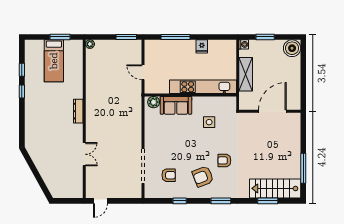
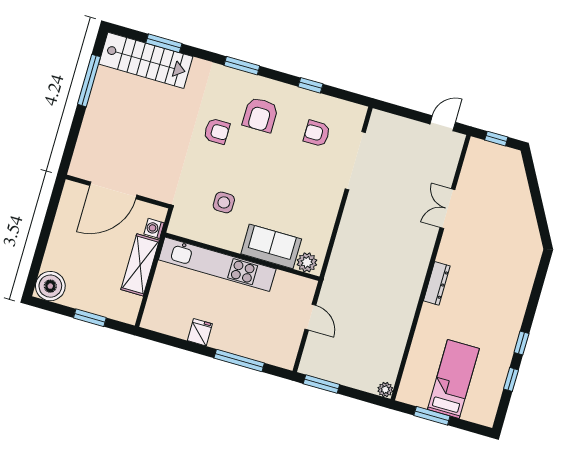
washing machine: (244, 44) -> (154, 228), moved
armchair: (203, 177) -> (260, 115), turned 111
window: (68, 201) -> (496, 139), added

